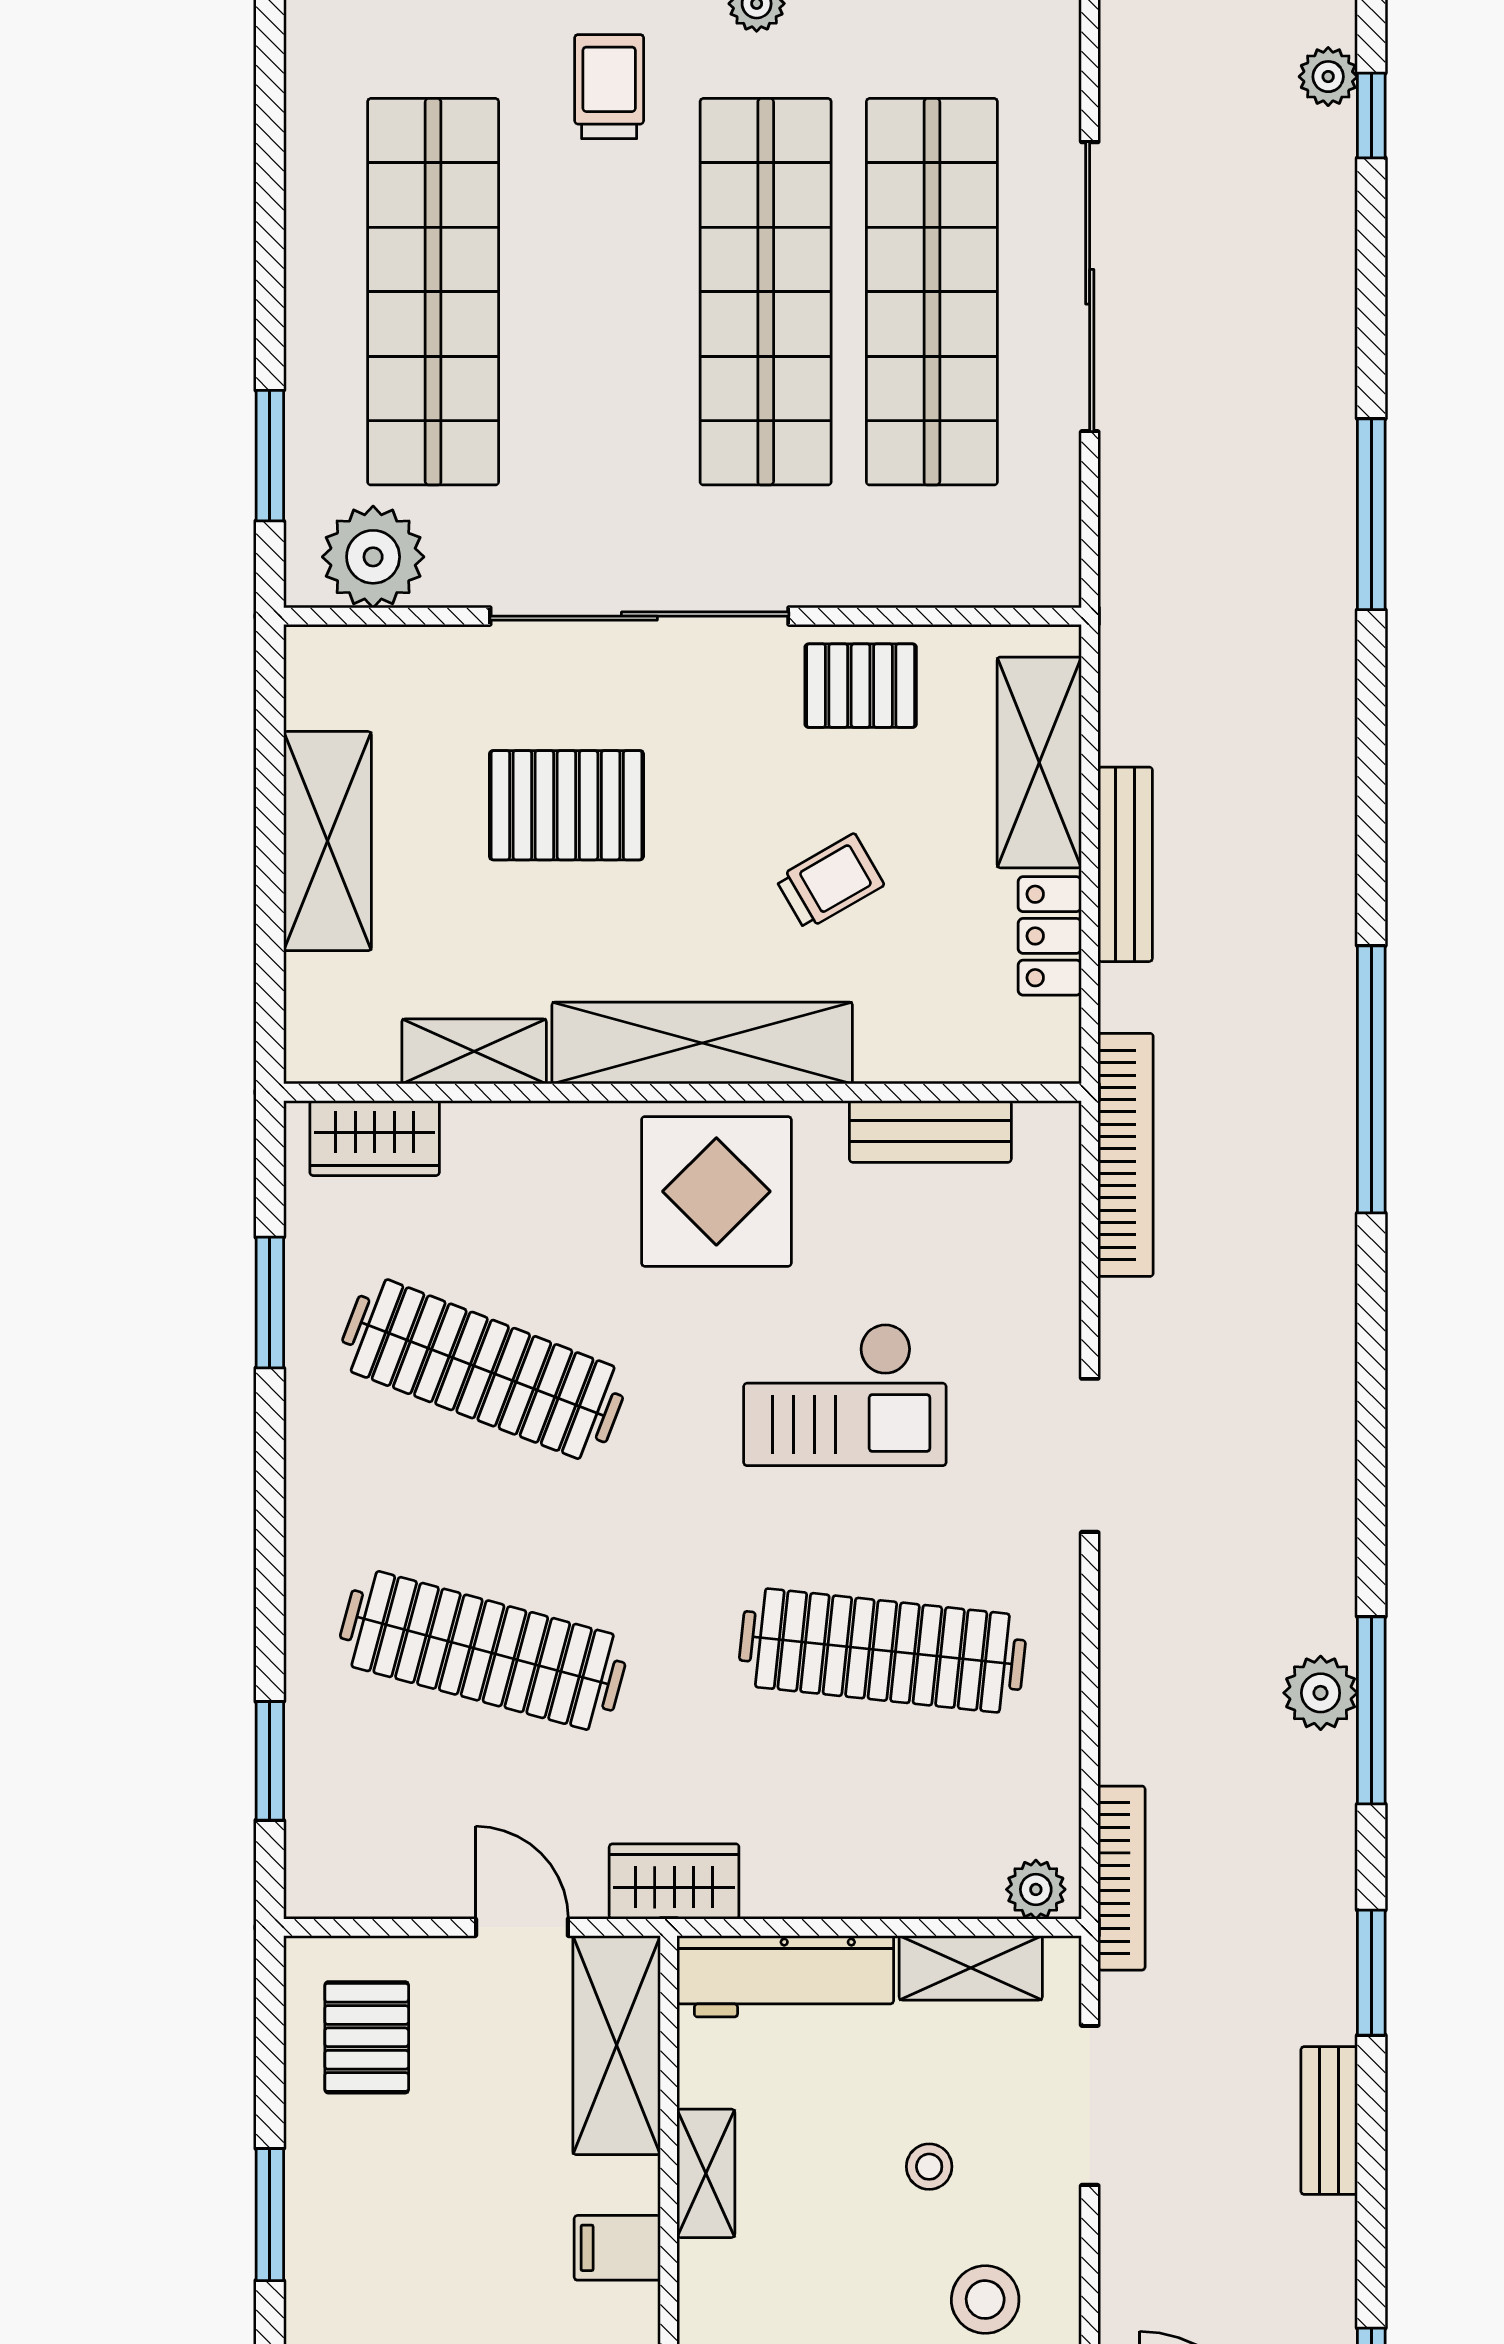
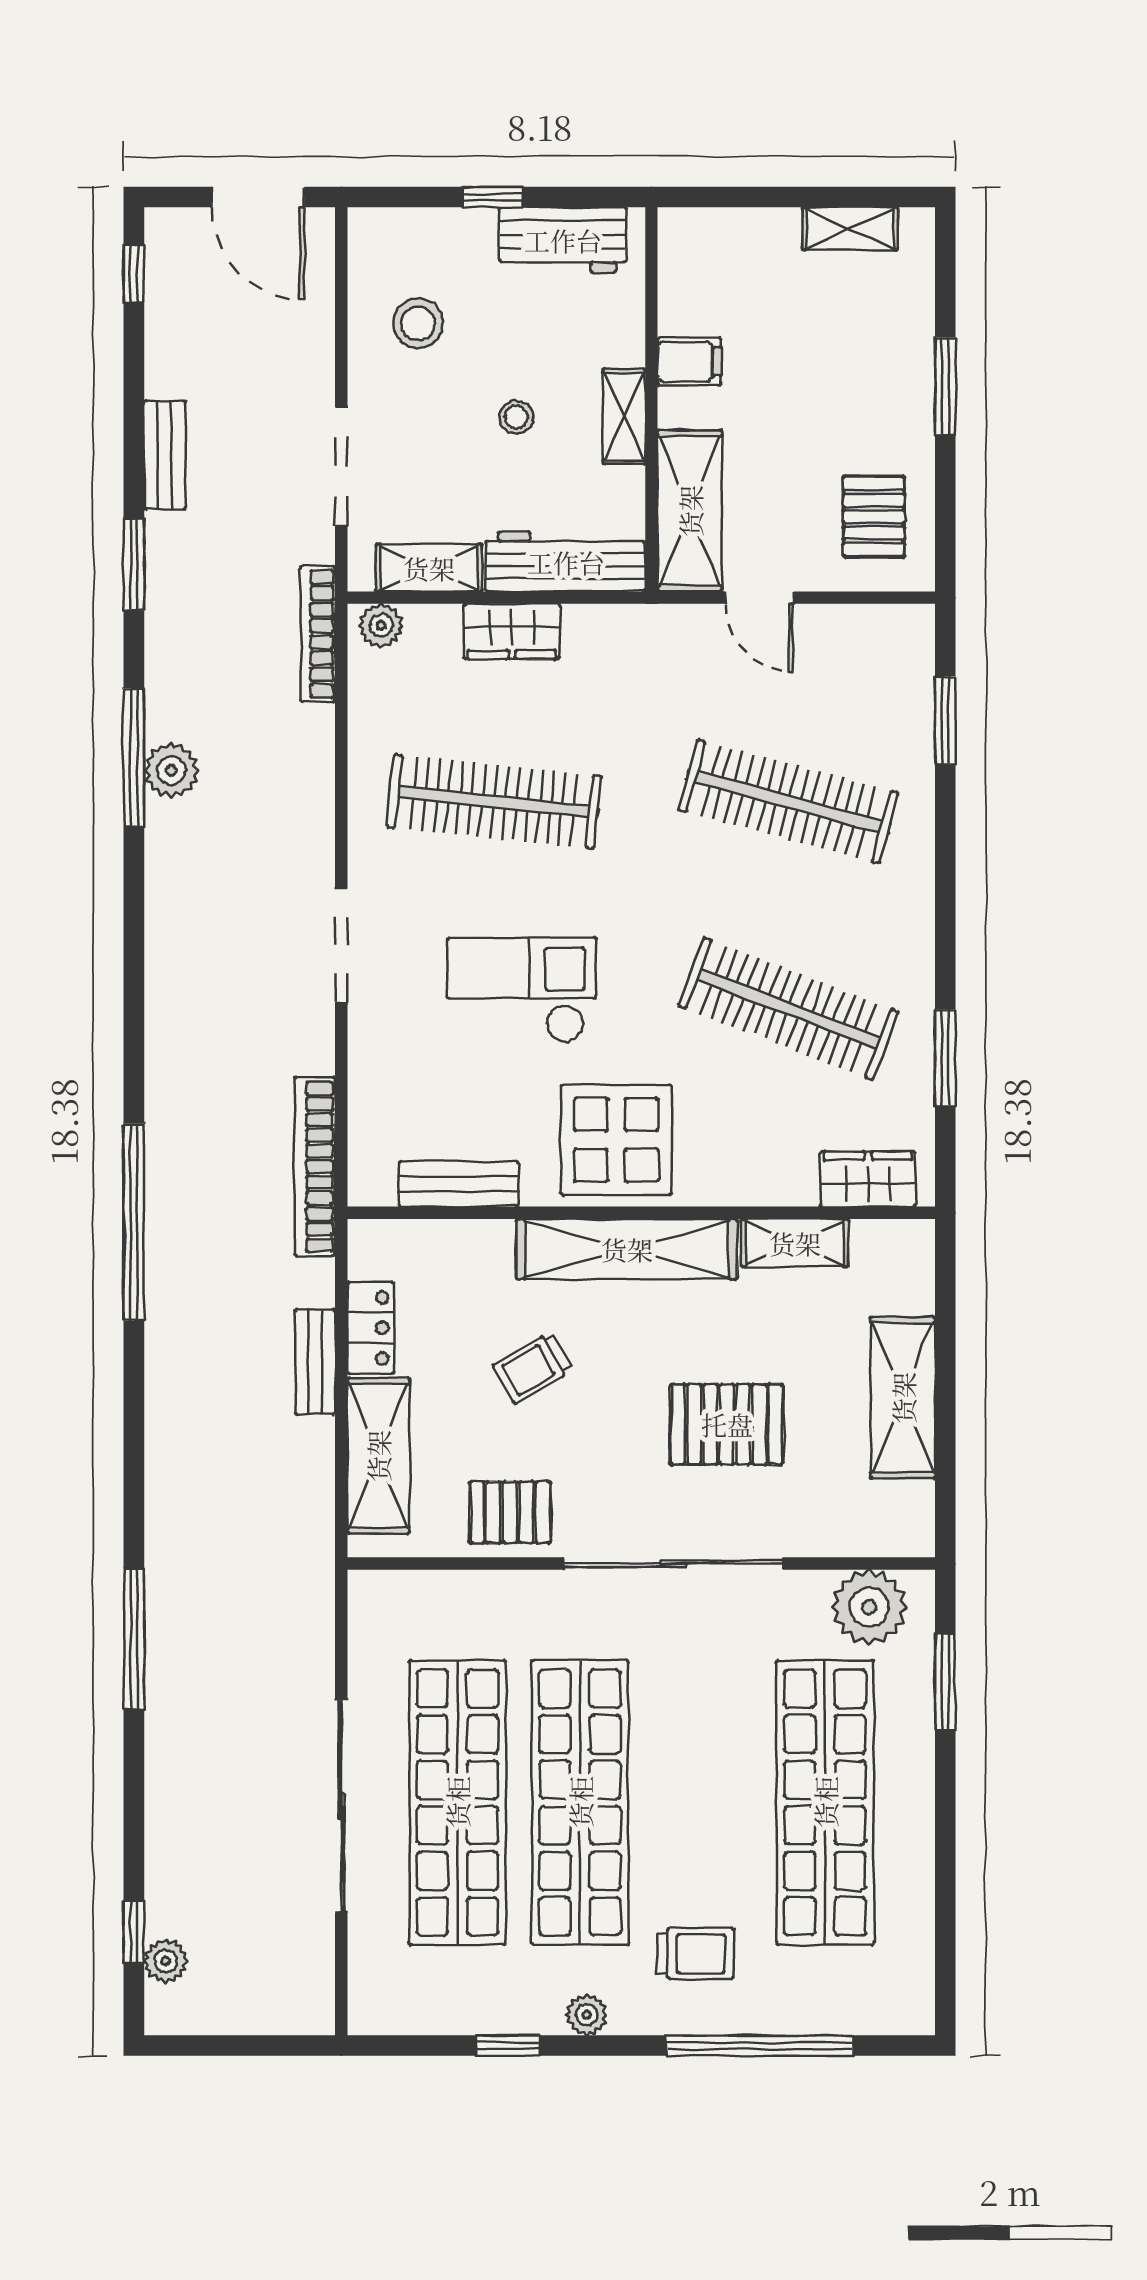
trolley: (609, 87) -> (695, 1954), turned -90
bench: (1125, 864) -> (315, 1362), width x0.73
wardrobe: (674, 1881) -> (512, 631), moved
stool: (929, 2167) -> (516, 417), moved

